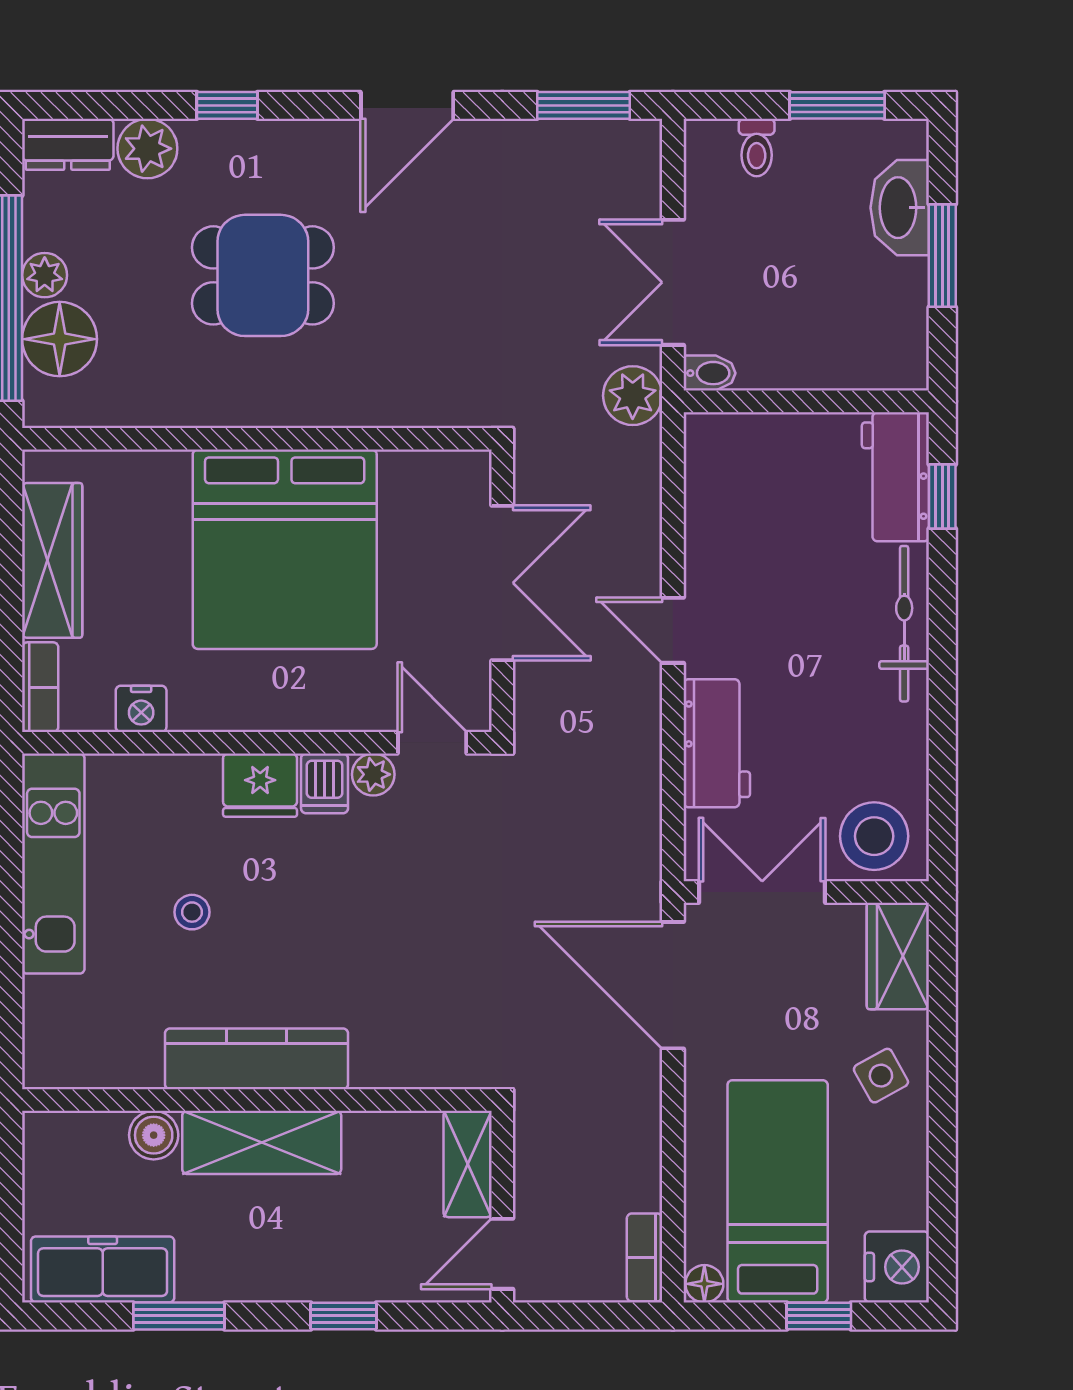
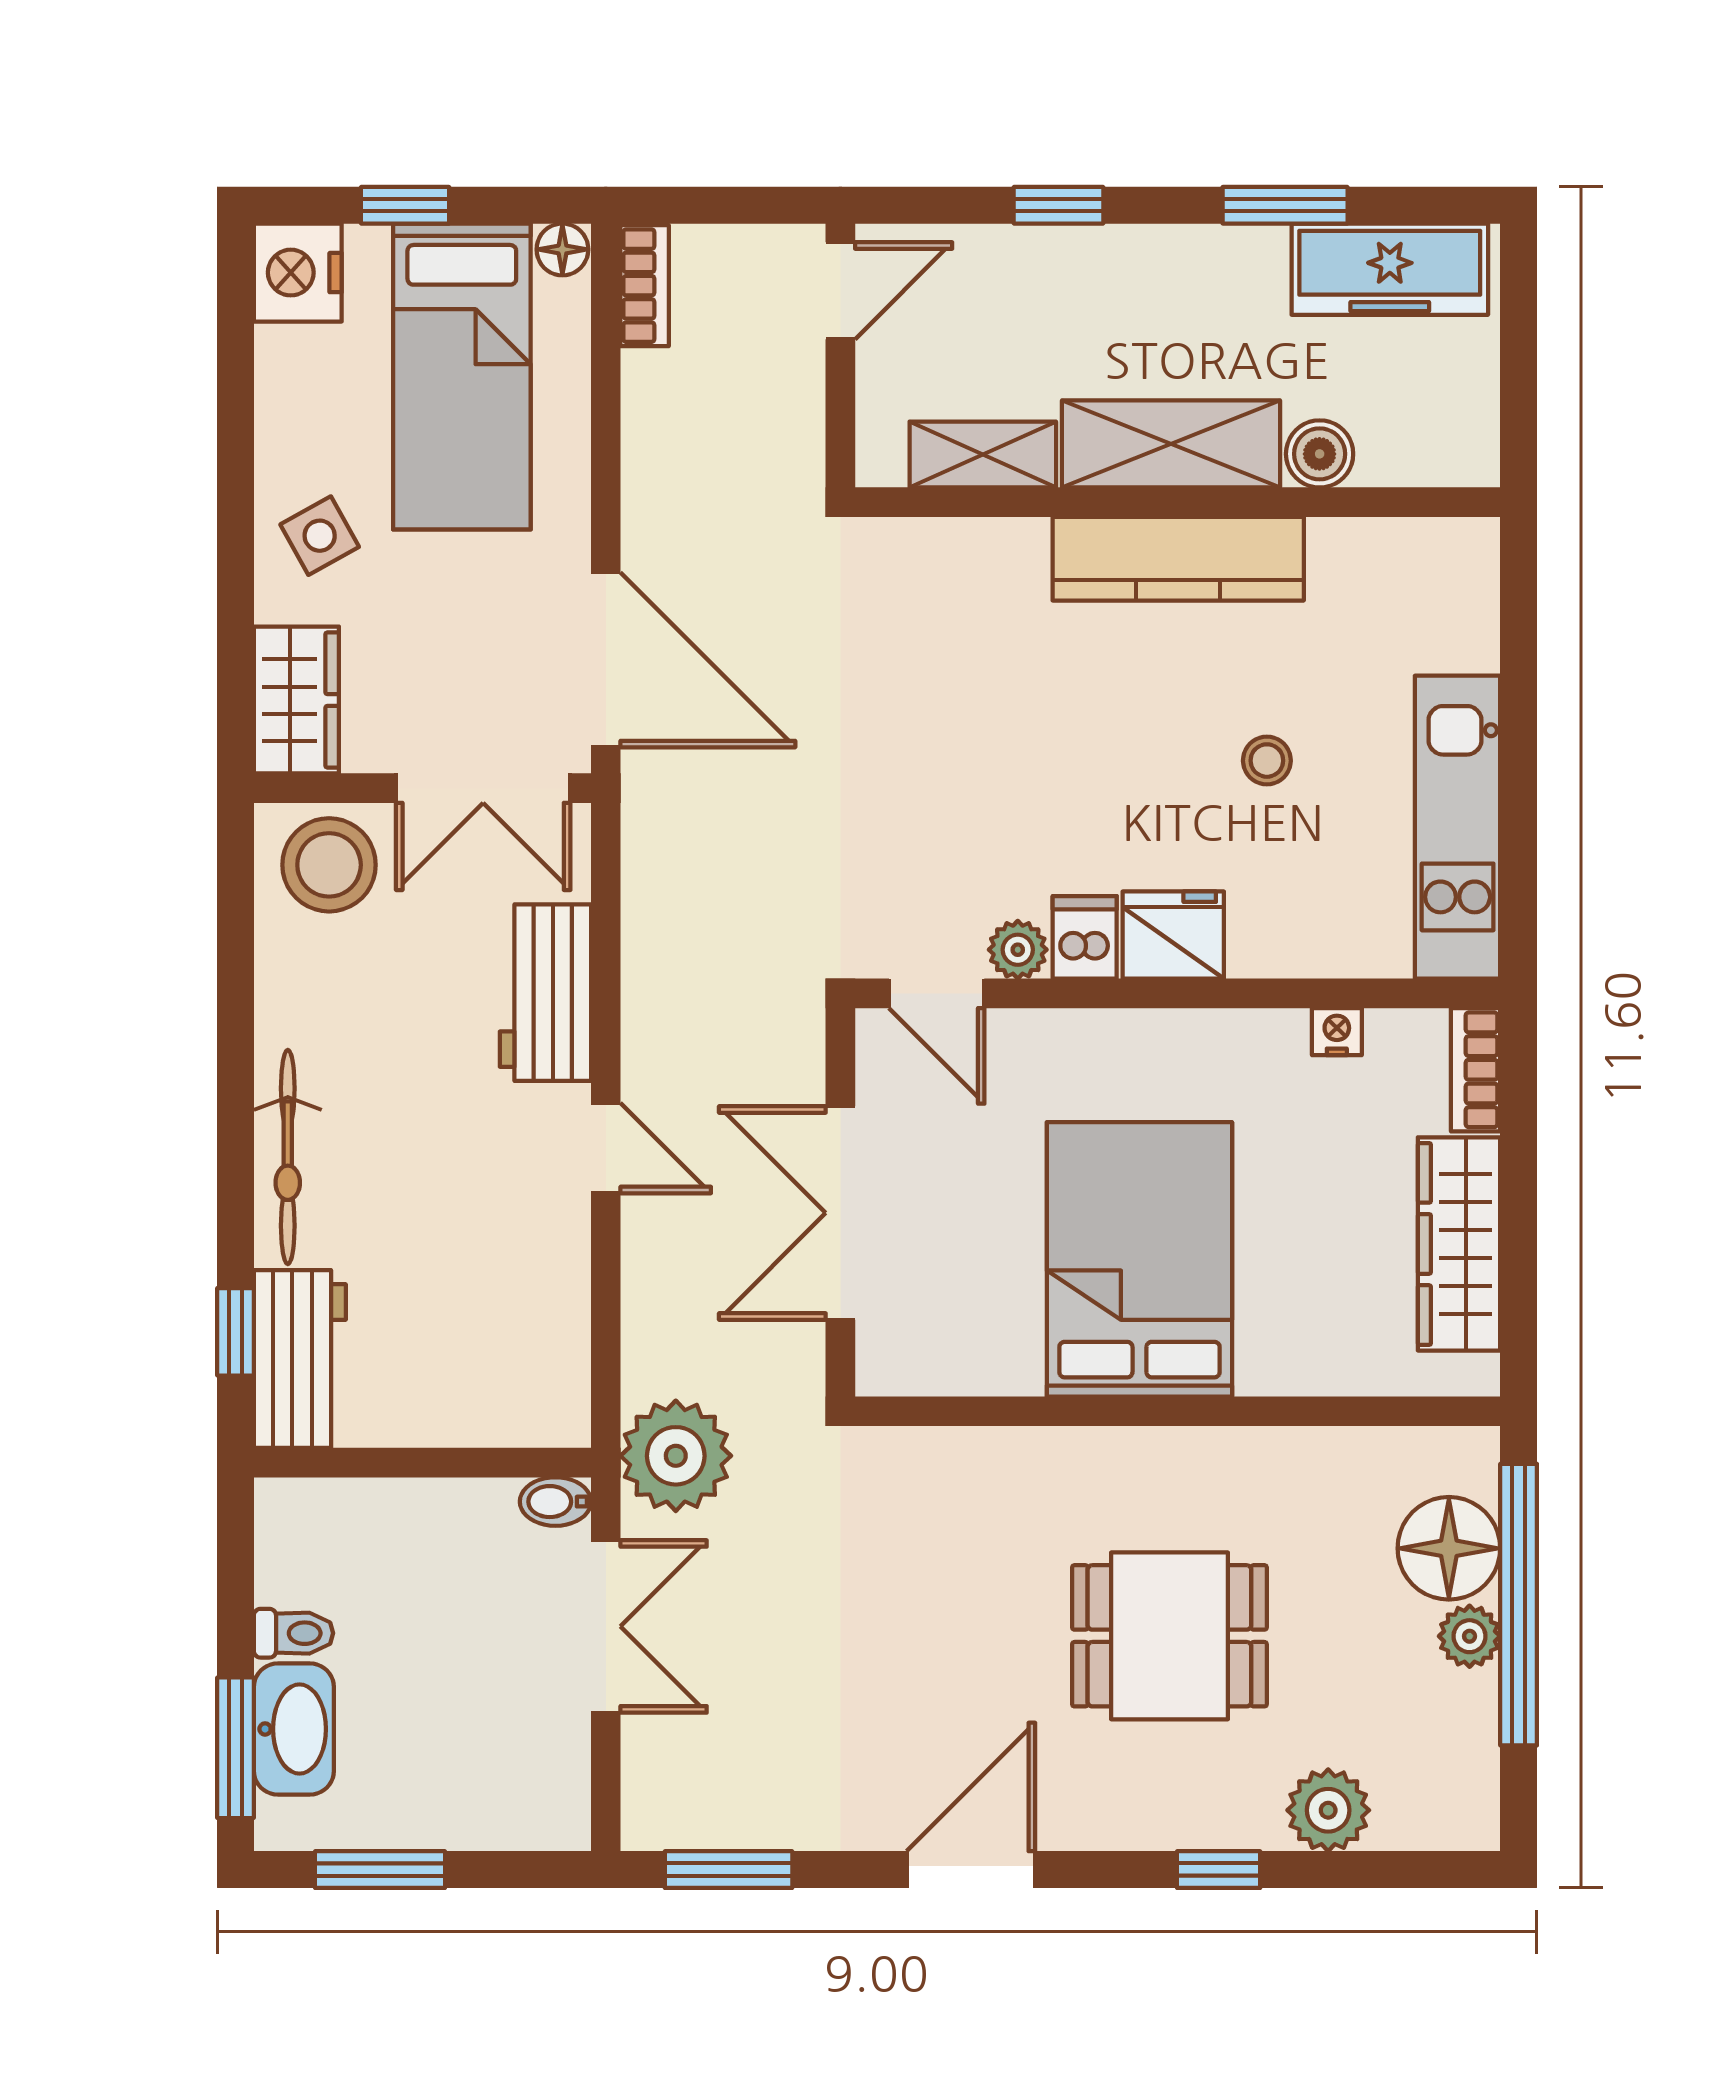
dresser: (68, 144) -> (1438, 1816), removed
toilet: (757, 148) -> (294, 1633), moved, turned 90
window: (942, 256) -> (235, 1748), moved
plant: (633, 396) -> (676, 1456), width x1.36, depth x1.36
bed: (285, 549) -> (1139, 1259), width x0.73
nightstand: (141, 709) -> (1337, 1032), width x0.72, depth x0.74
shelving: (468, 1164) -> (983, 455), moved, turned 90

